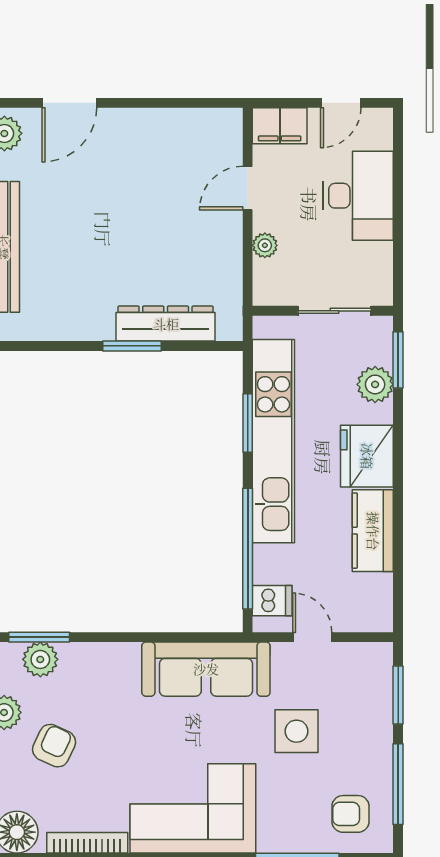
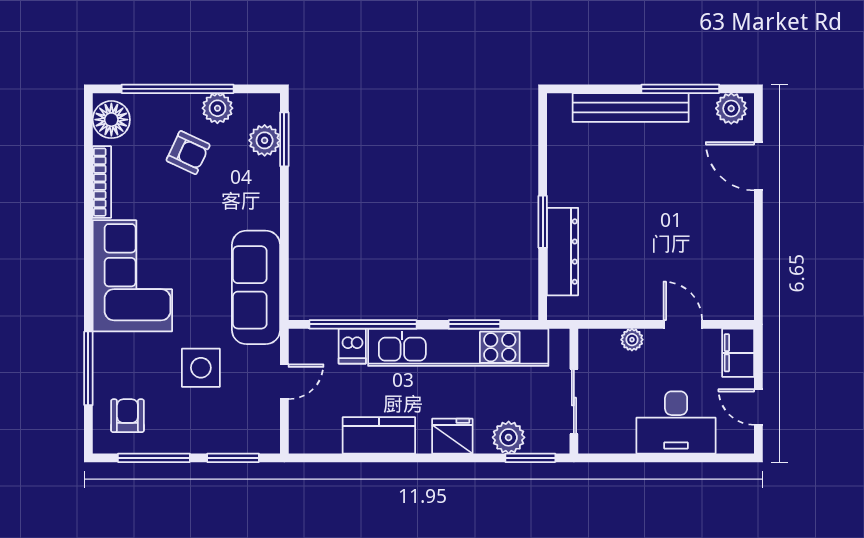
fridge: (367, 456) -> (452, 436), width x0.73, depth x0.75
dishwasher: (272, 601) -> (352, 346), moved

